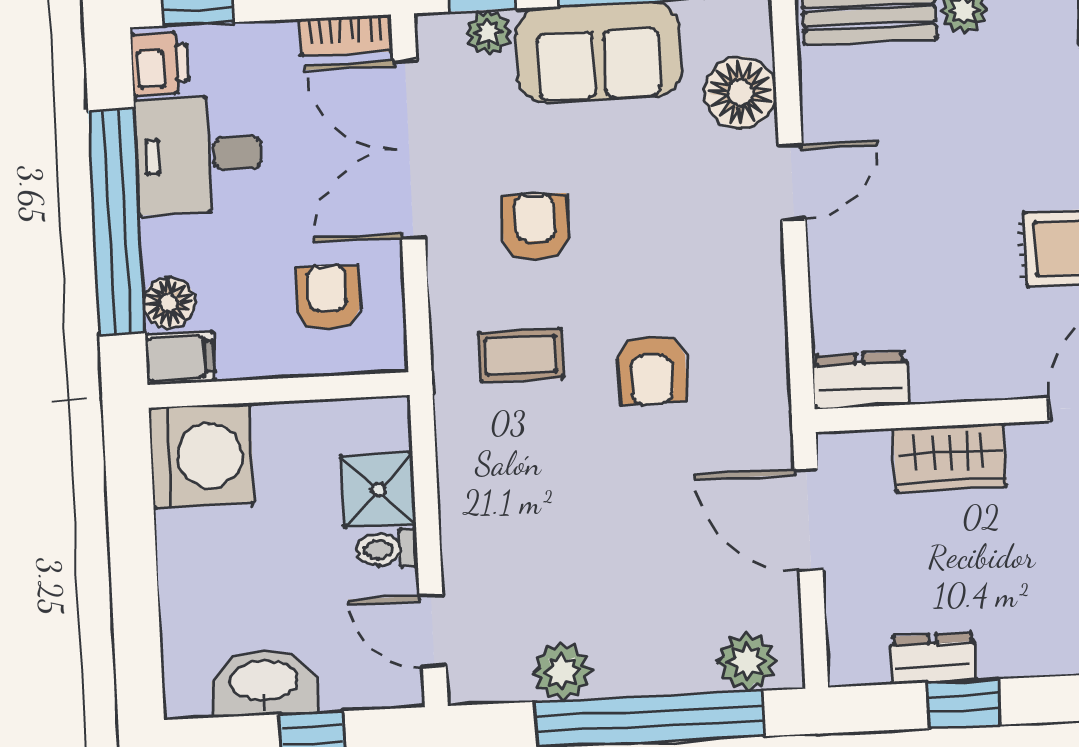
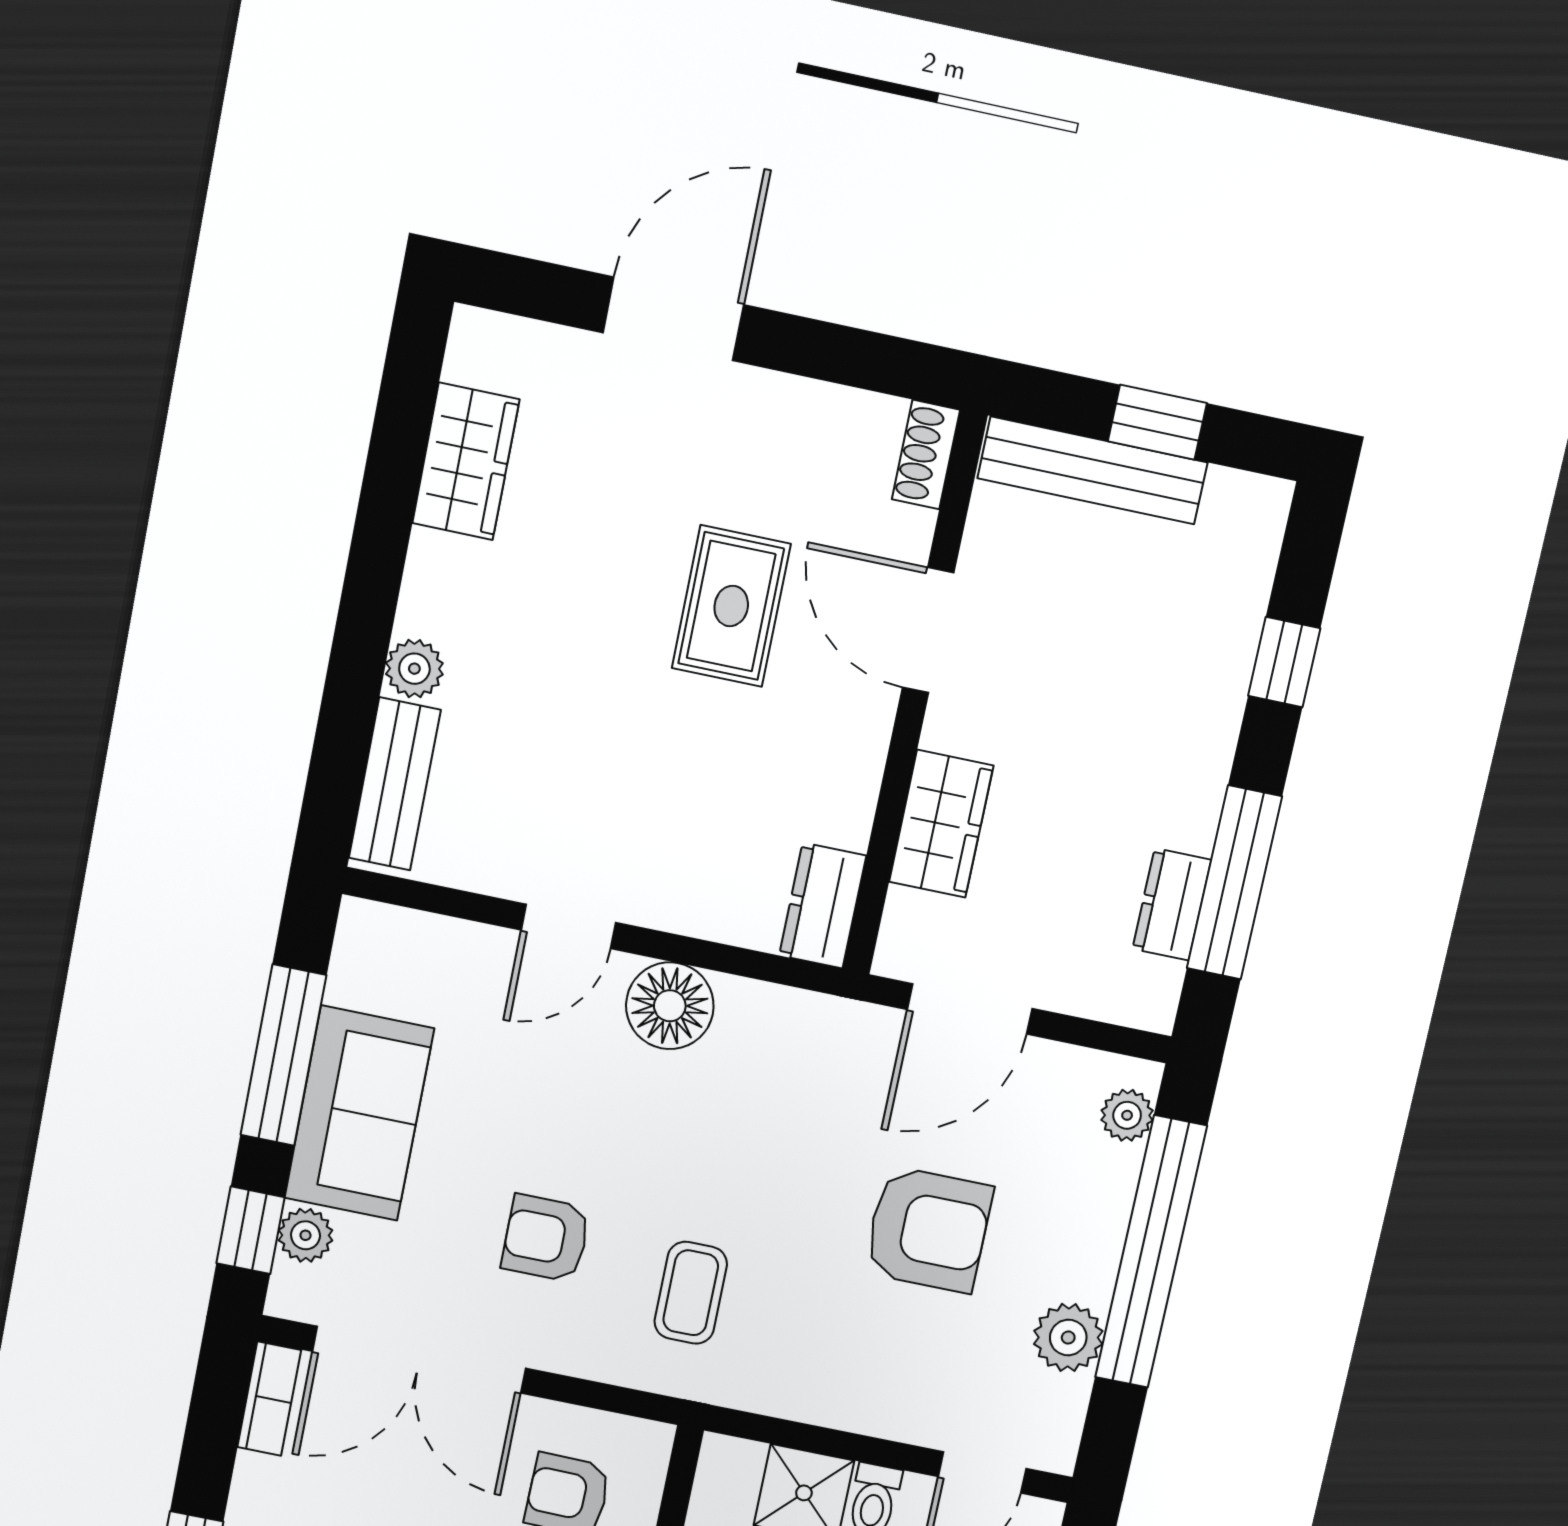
floor lamp: (740, 92) -> (670, 1006), moved
door: (792, 182) -> (568, 926), swing flipped
armchair: (652, 370) -> (928, 1229), moved, width x1.38, depth x1.38
plant: (747, 661) -> (1127, 1115), width x0.73, depth x0.73
window: (964, 704) -> (1234, 882), width x2.17

